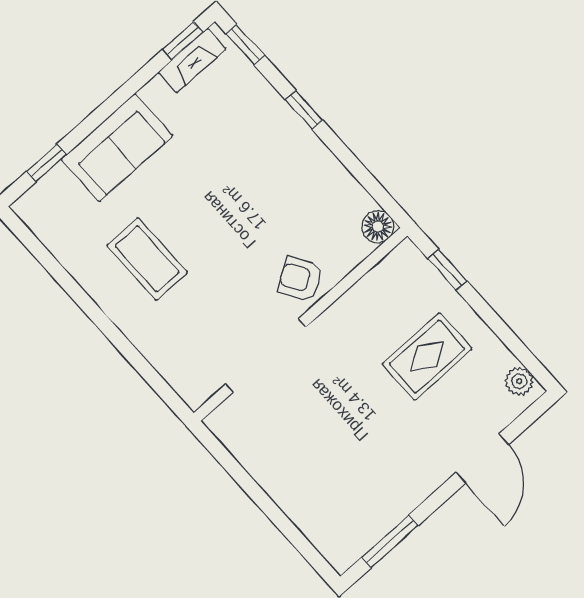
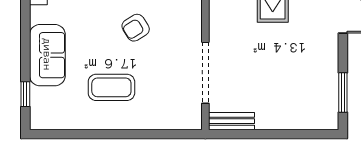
armchair: (300, 279) -> (136, 28), moved
bench: (236, 439) -> (231, 121), added

